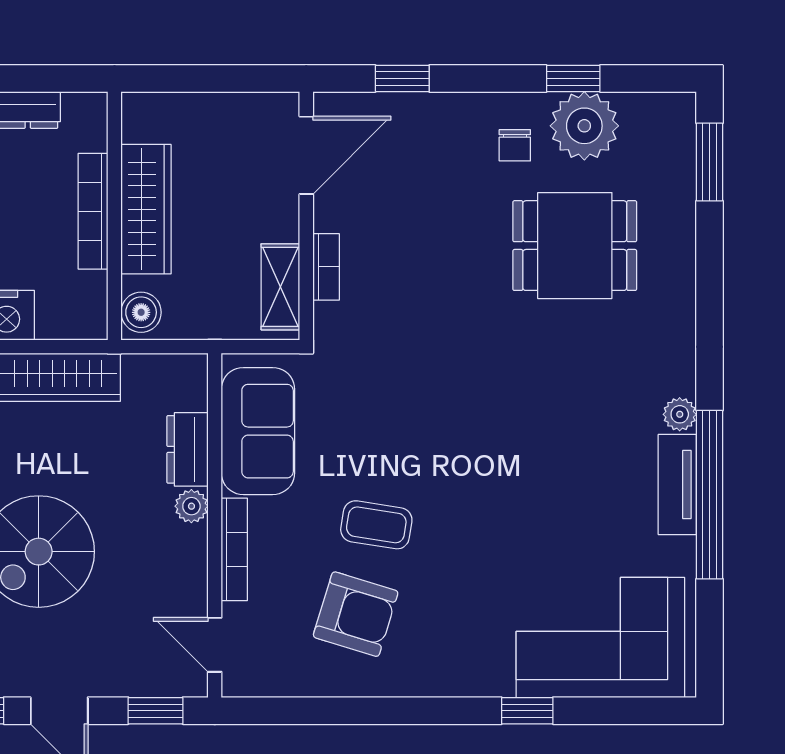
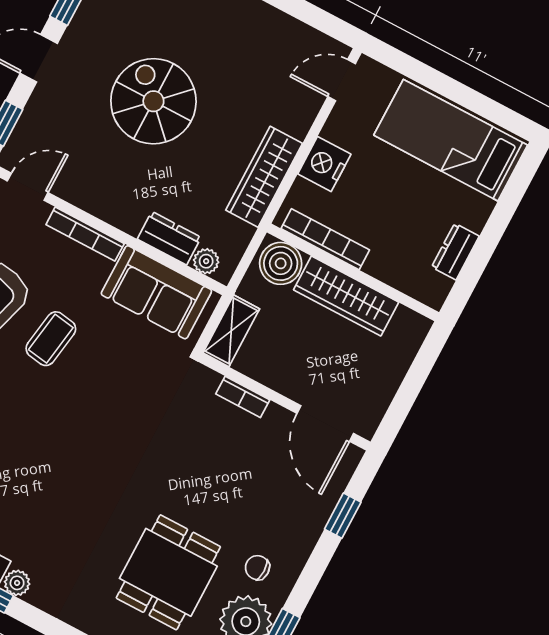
bookcase: (93, 211) -> (325, 239), moved
shelving: (280, 287) -> (231, 331), moved, turned 90
boiler: (141, 312) -> (281, 263), width x1.36, depth x1.36
plant: (191, 506) -> (206, 261), moved

